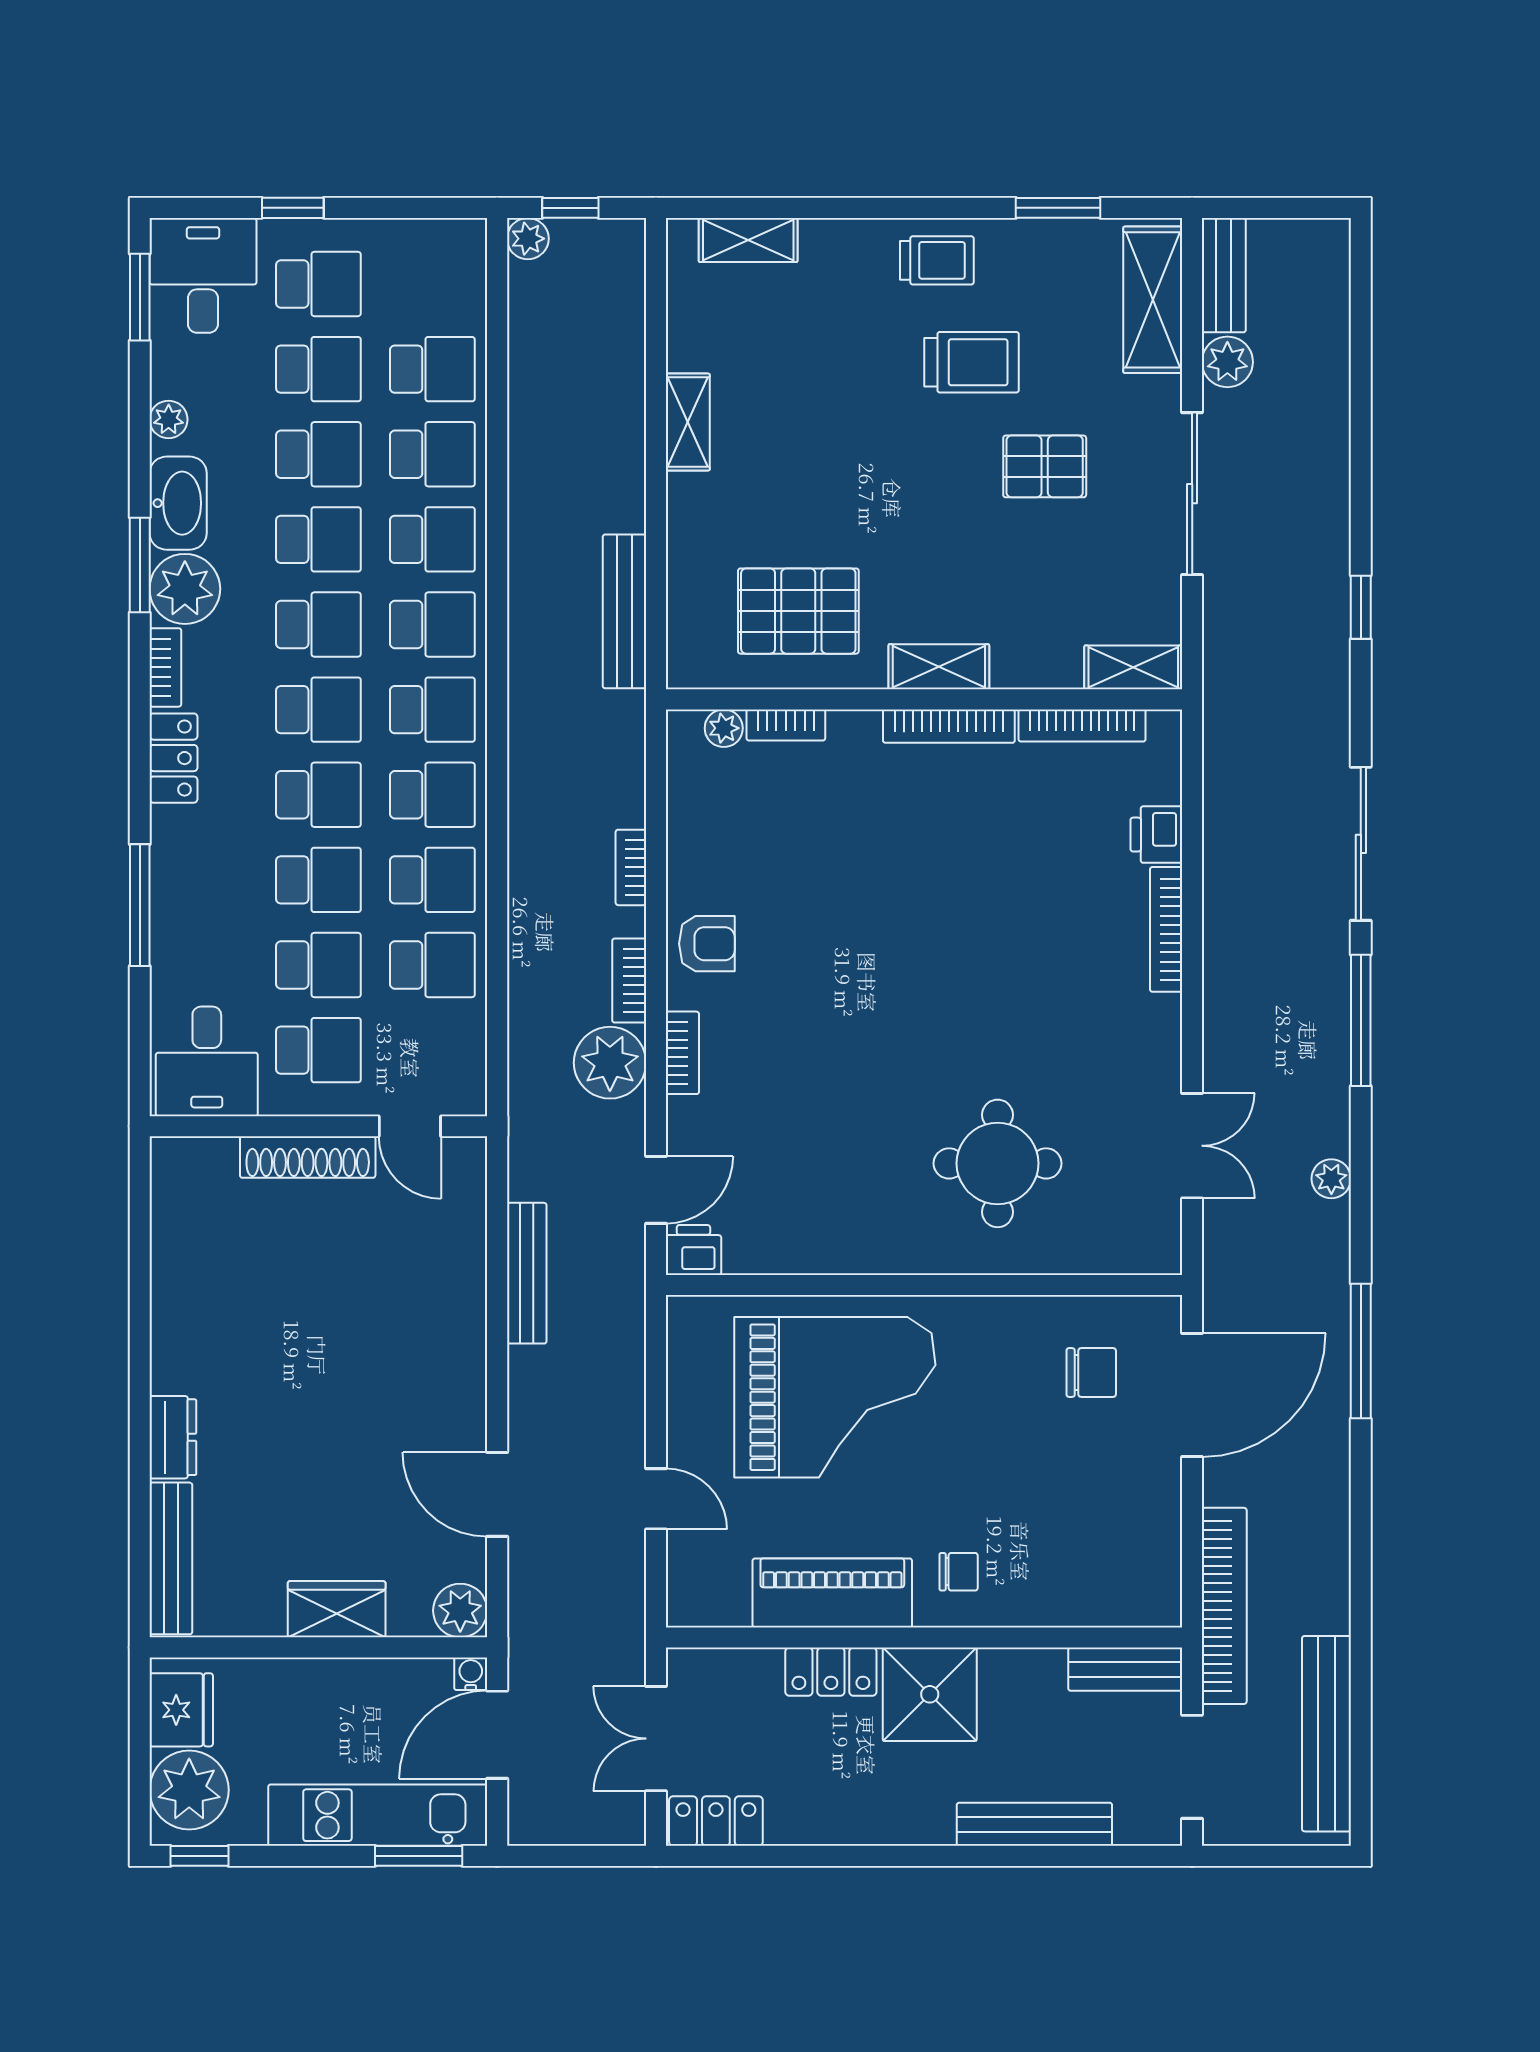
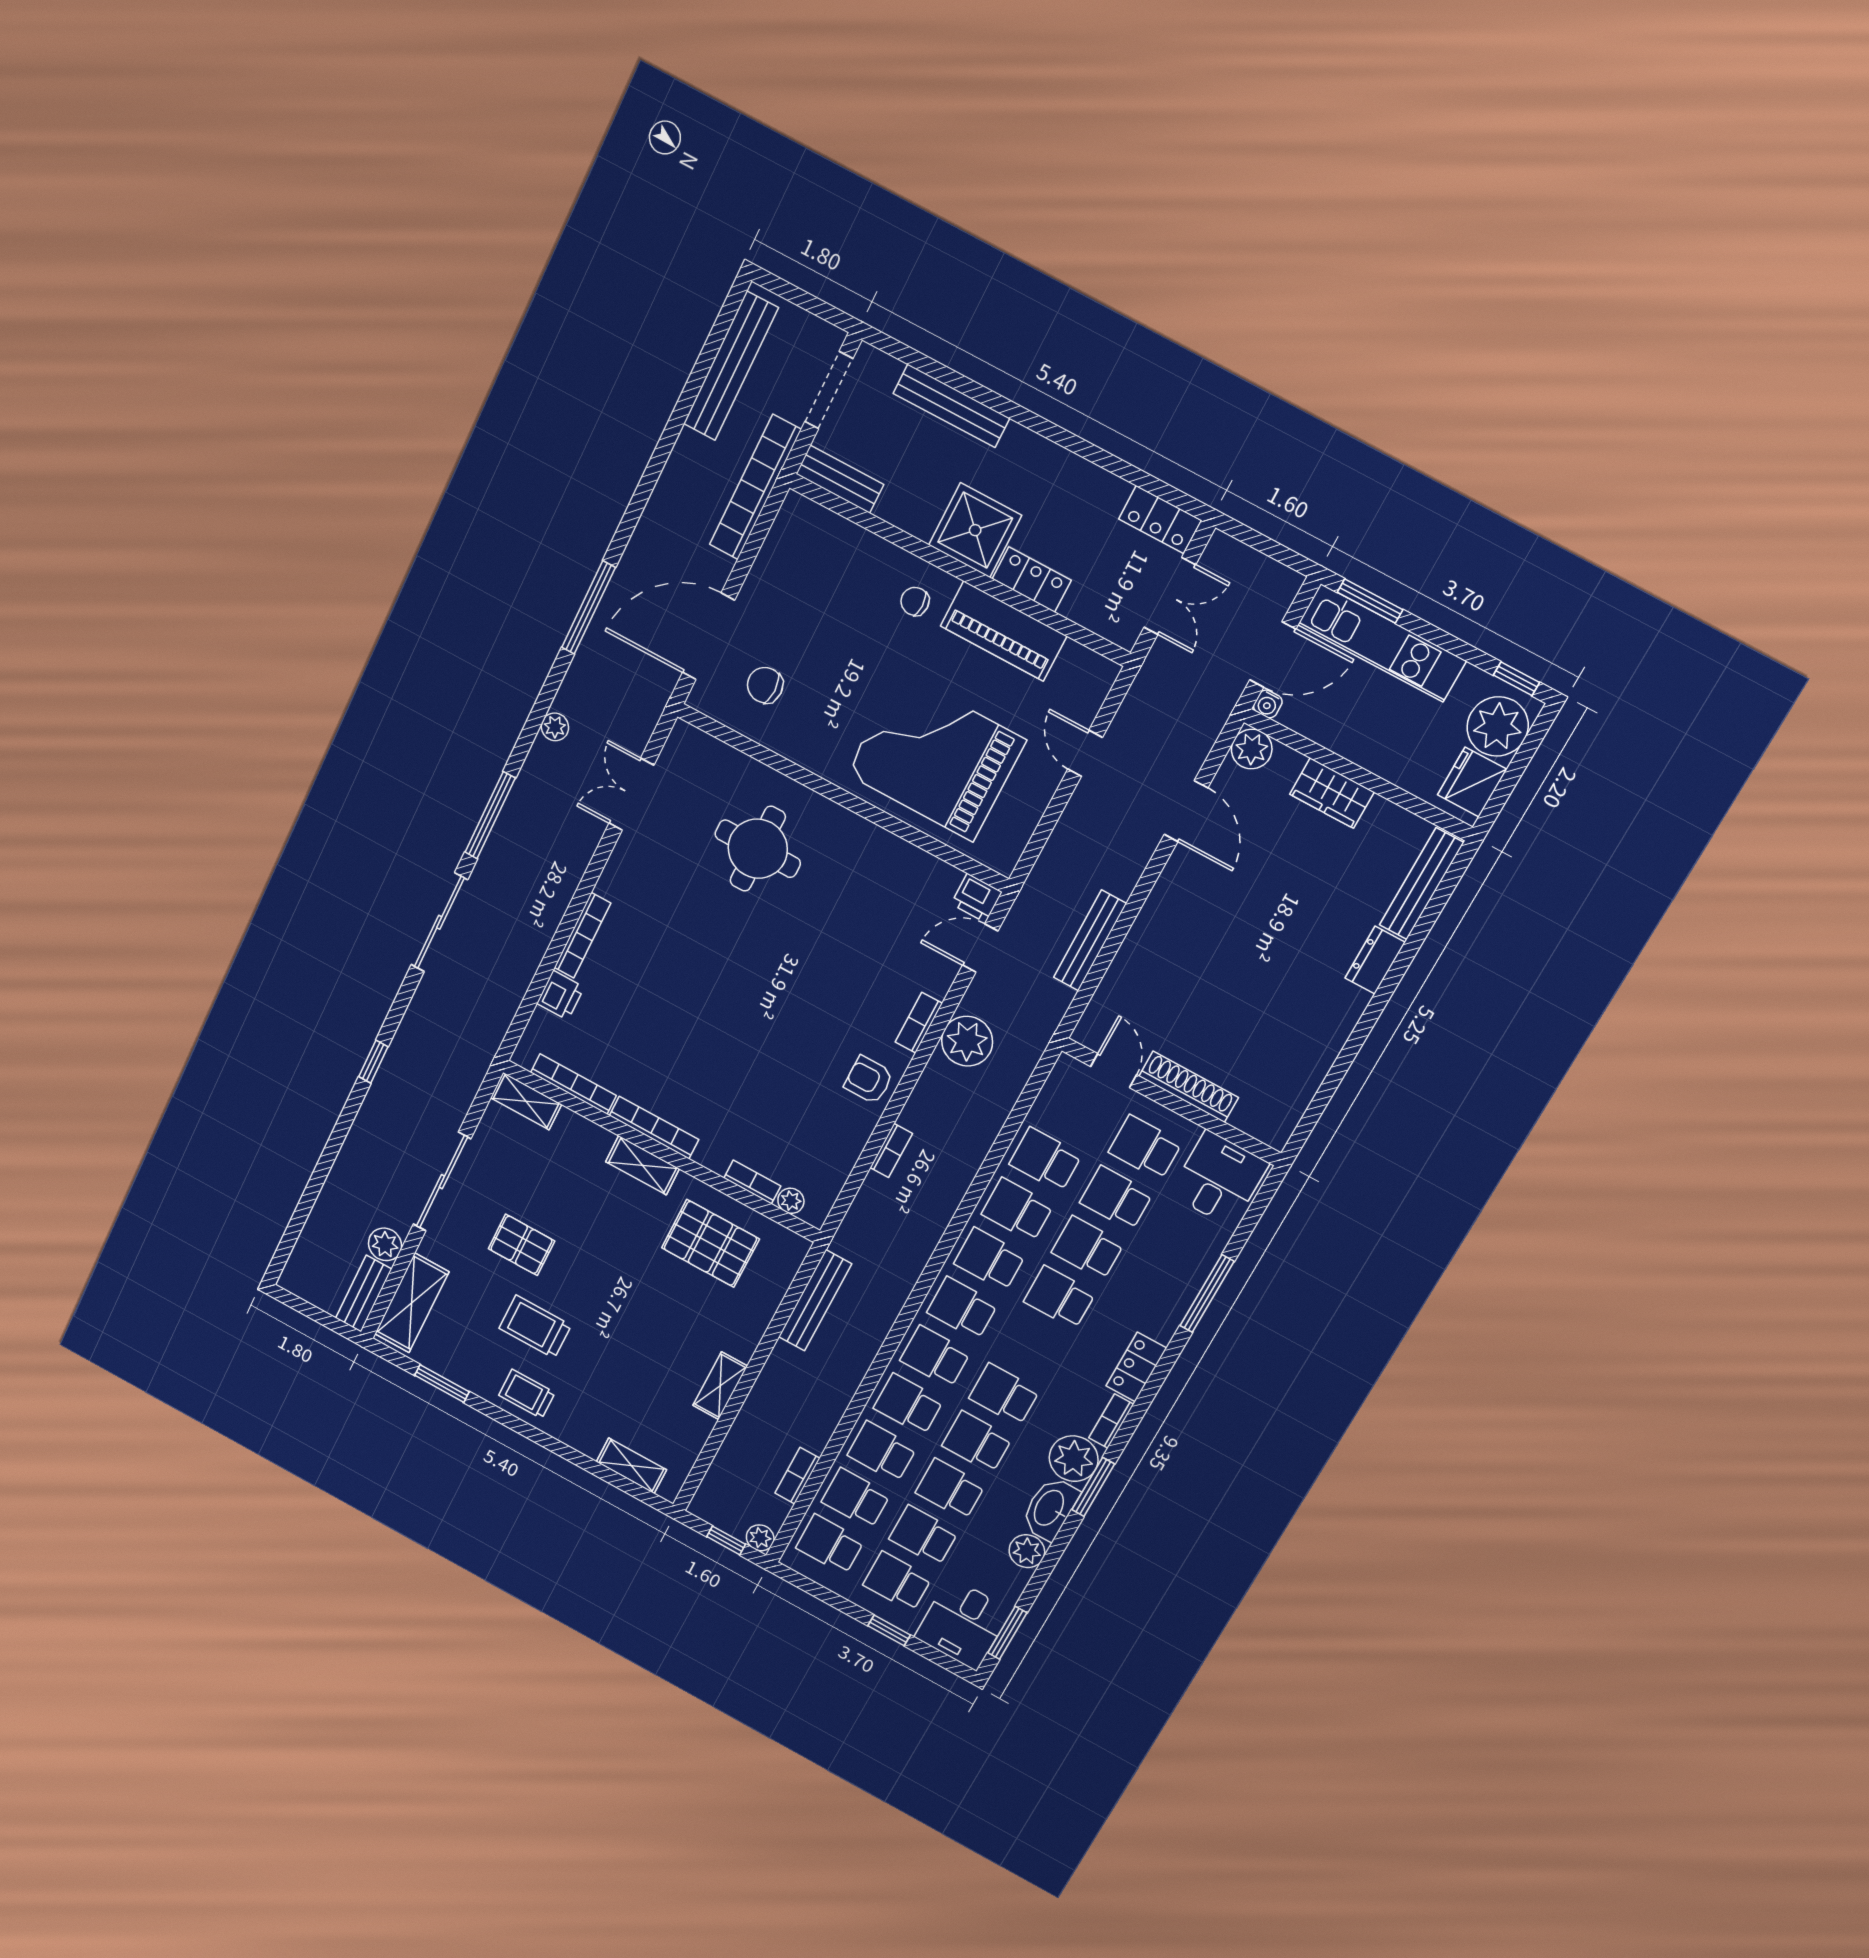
plant: (169, 419) -> (1027, 1551), width x1.38, depth x1.38
school desk: (318, 710) -> (830, 1544), moved
bookcase: (629, 981) -> (797, 1476), moved, turned 180

